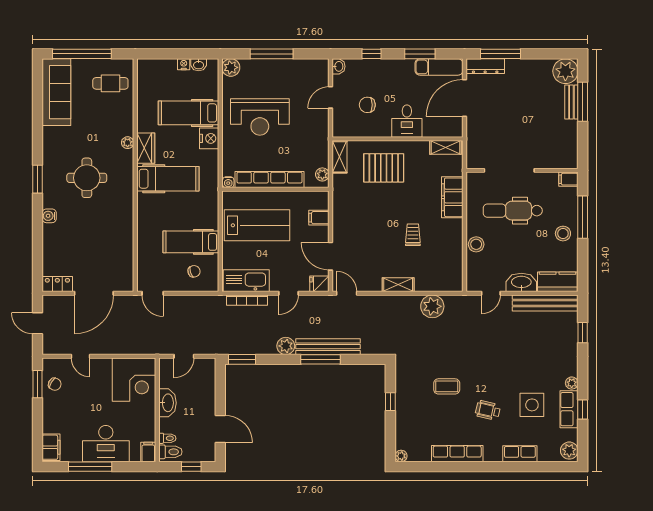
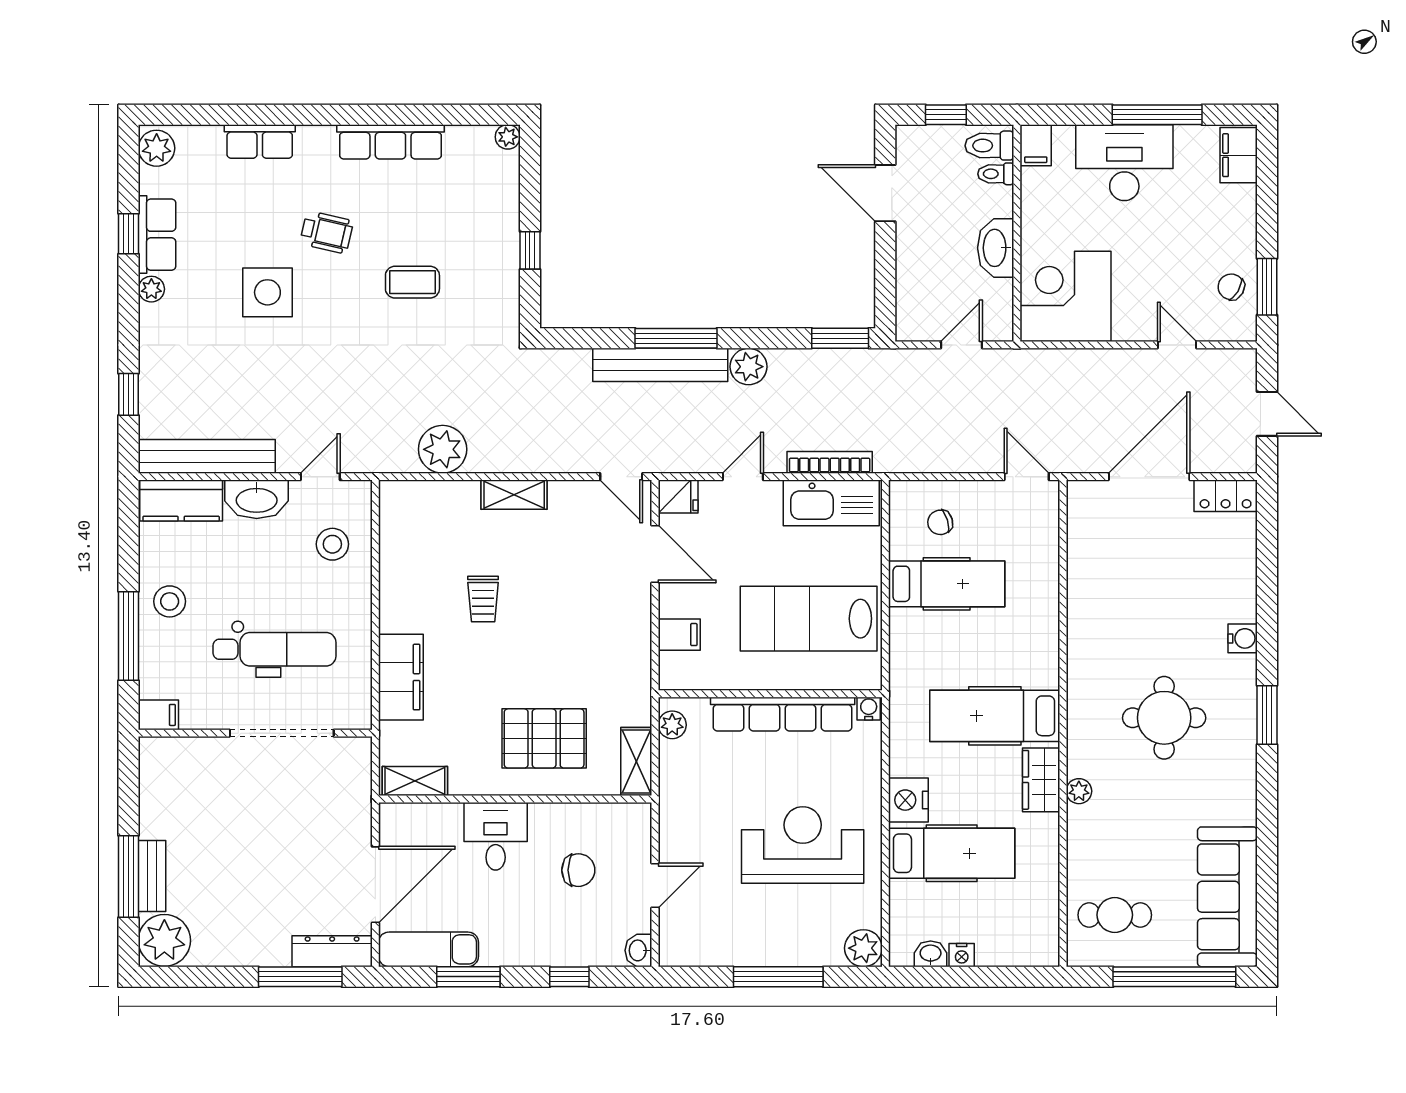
stool: (476, 244) -> (332, 544), moved
side table: (532, 405) -> (267, 292), moved

